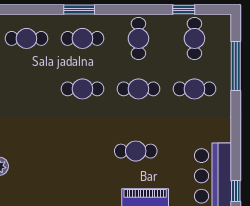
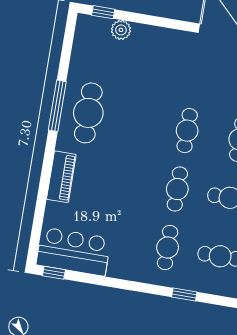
window: (236, 66) -> (184, 295), width x0.46
cafe table: (136, 151) -> (88, 113), moved, width x1.37, depth x1.35

